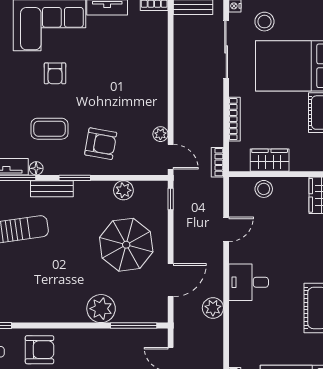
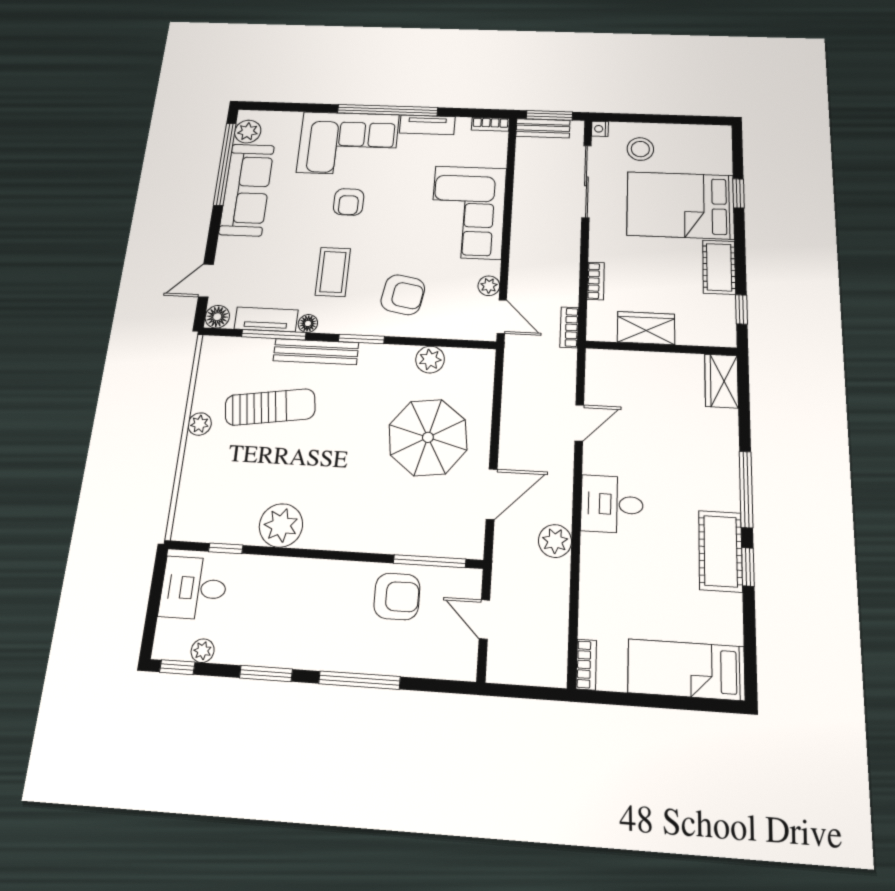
corner sofa: (142, 78) -> (468, 212), added
bookcase: (235, 119) -> (596, 281), width x0.64
coffee table: (50, 129) -> (333, 272), turned 90
bench: (52, 189) -> (316, 352), width x1.36
stool: (264, 189) -> (637, 368), removed
window: (171, 199) -> (498, 375), removed
plant: (101, 309) -> (281, 525), moved
armchair: (40, 350) -> (397, 596), moved

